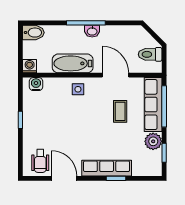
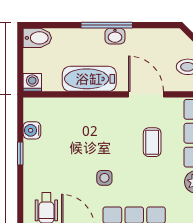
water cooler: (36, 84) -> (32, 130), moved, turned -90
side table: (78, 89) -> (104, 178), moved

